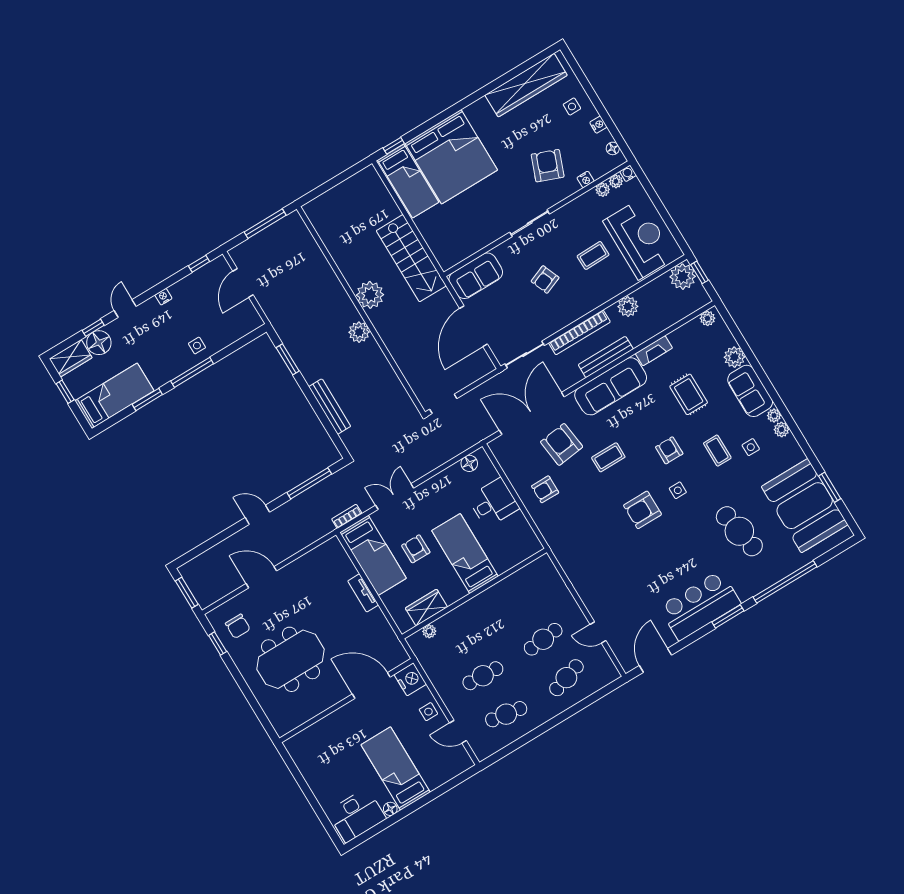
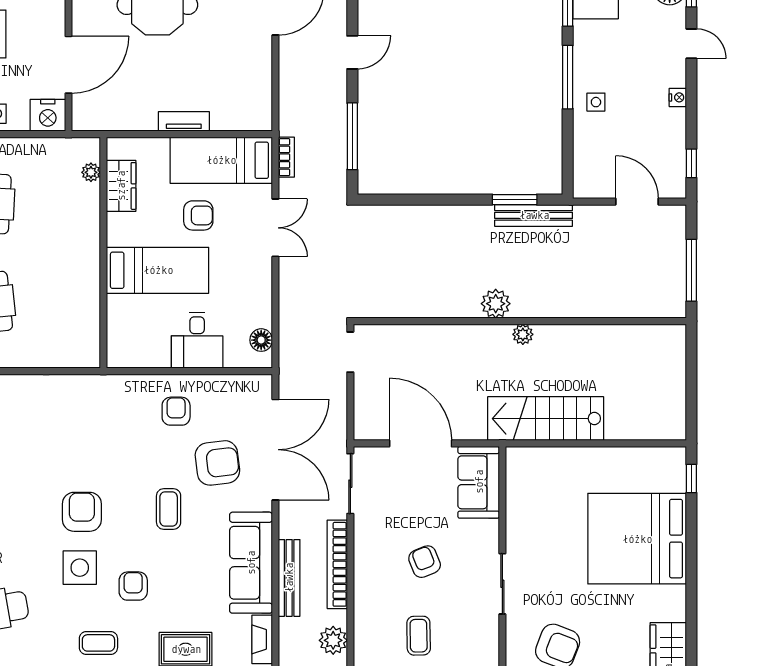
bed: (408, 181) -> (639, 470), removed
plant: (370, 295) -> (523, 334), width x0.53, depth x0.53
bench: (330, 407) -> (534, 215), moved
armchair: (669, 450) -> (133, 586), turned -90
side table: (678, 490) -> (80, 568), width x1.87, depth x1.87

